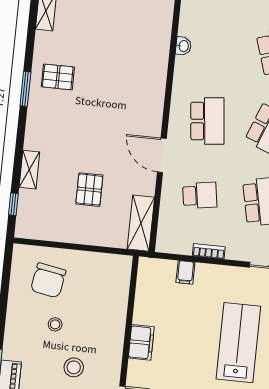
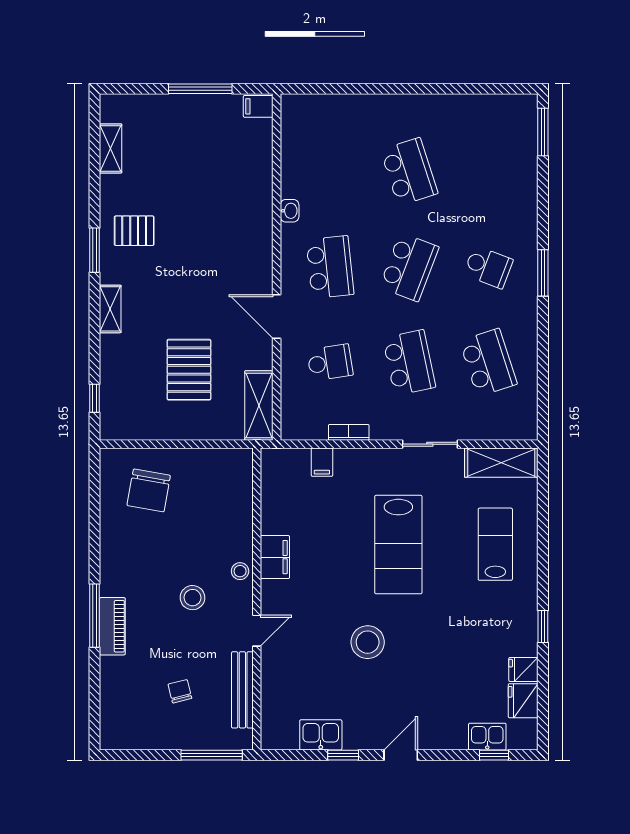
washbasin: (183, 46) -> (290, 211), moved
shelving: (29, 170) -> (110, 309), moved
pallet: (89, 190) -> (189, 370), width x1.50, depth x1.42
stool: (55, 324) -> (240, 571), moved
lab bench: (238, 343) -> (398, 545), turned 180

